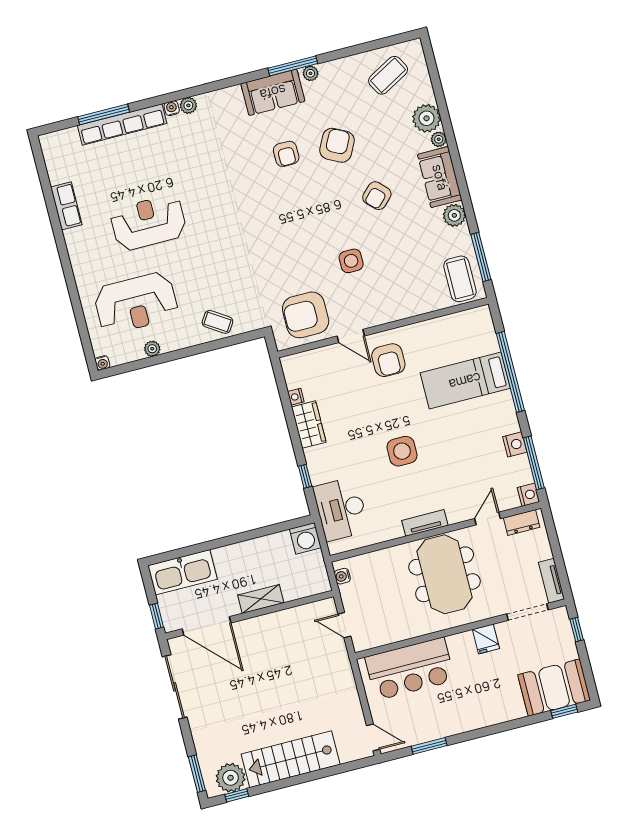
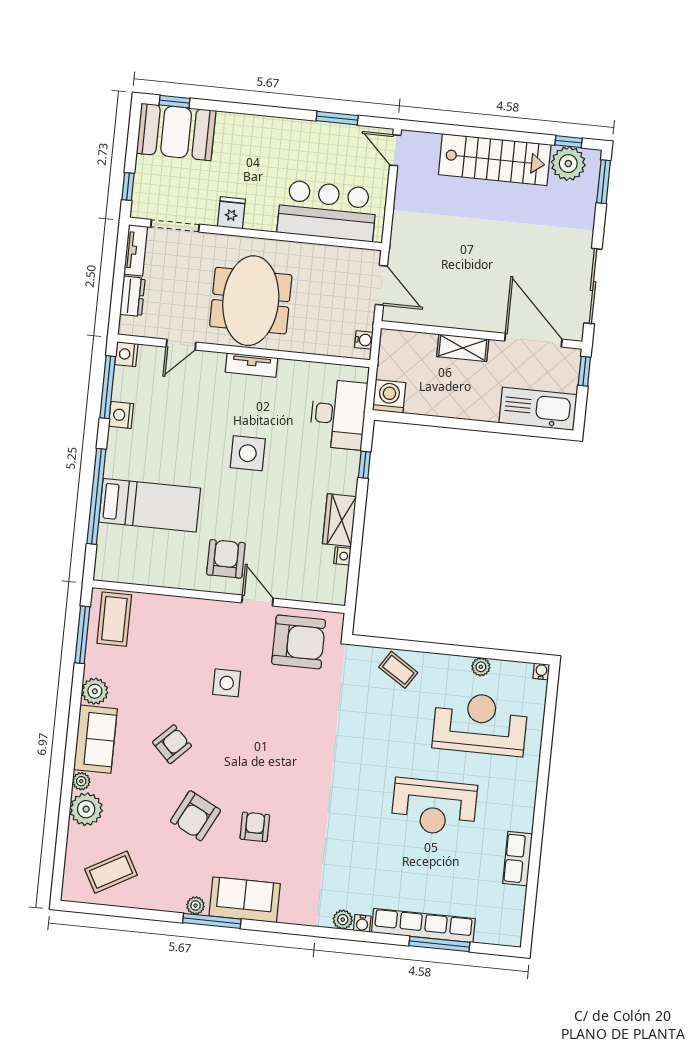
dresser: (522, 522) -> (132, 296), moved, turned 90
door: (344, 625) -> (381, 285), width x1.37

